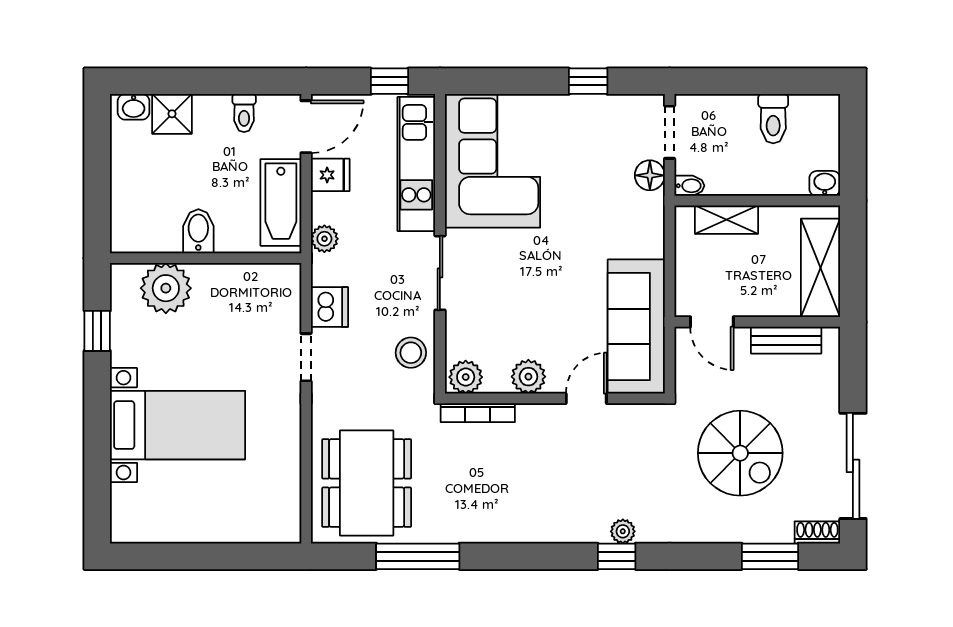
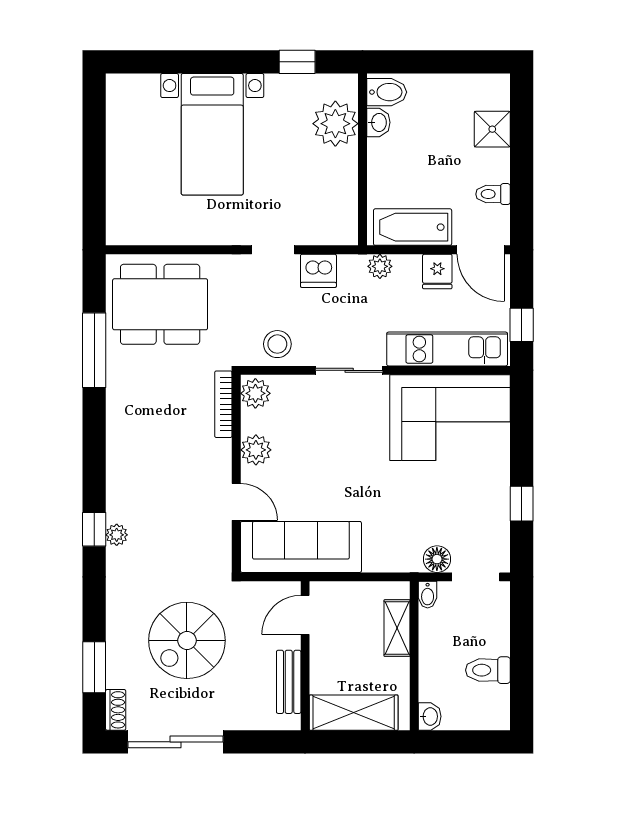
washbasin: (134, 107) -> (378, 122), moved, turned 180
bidet: (198, 231) -> (387, 92), moved

